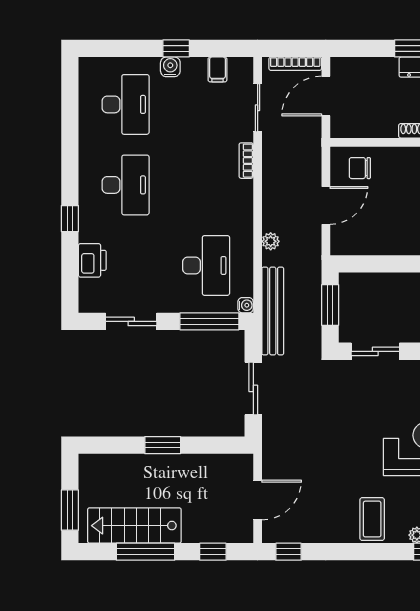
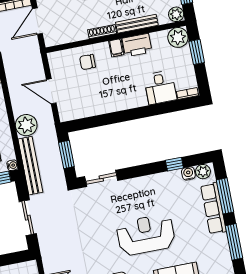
chair: (360, 168) -> (87, 62), moved
door: (326, 205) -> (51, 91), swing flipped
plant: (271, 241) -> (26, 125), width x1.88, depth x1.88

